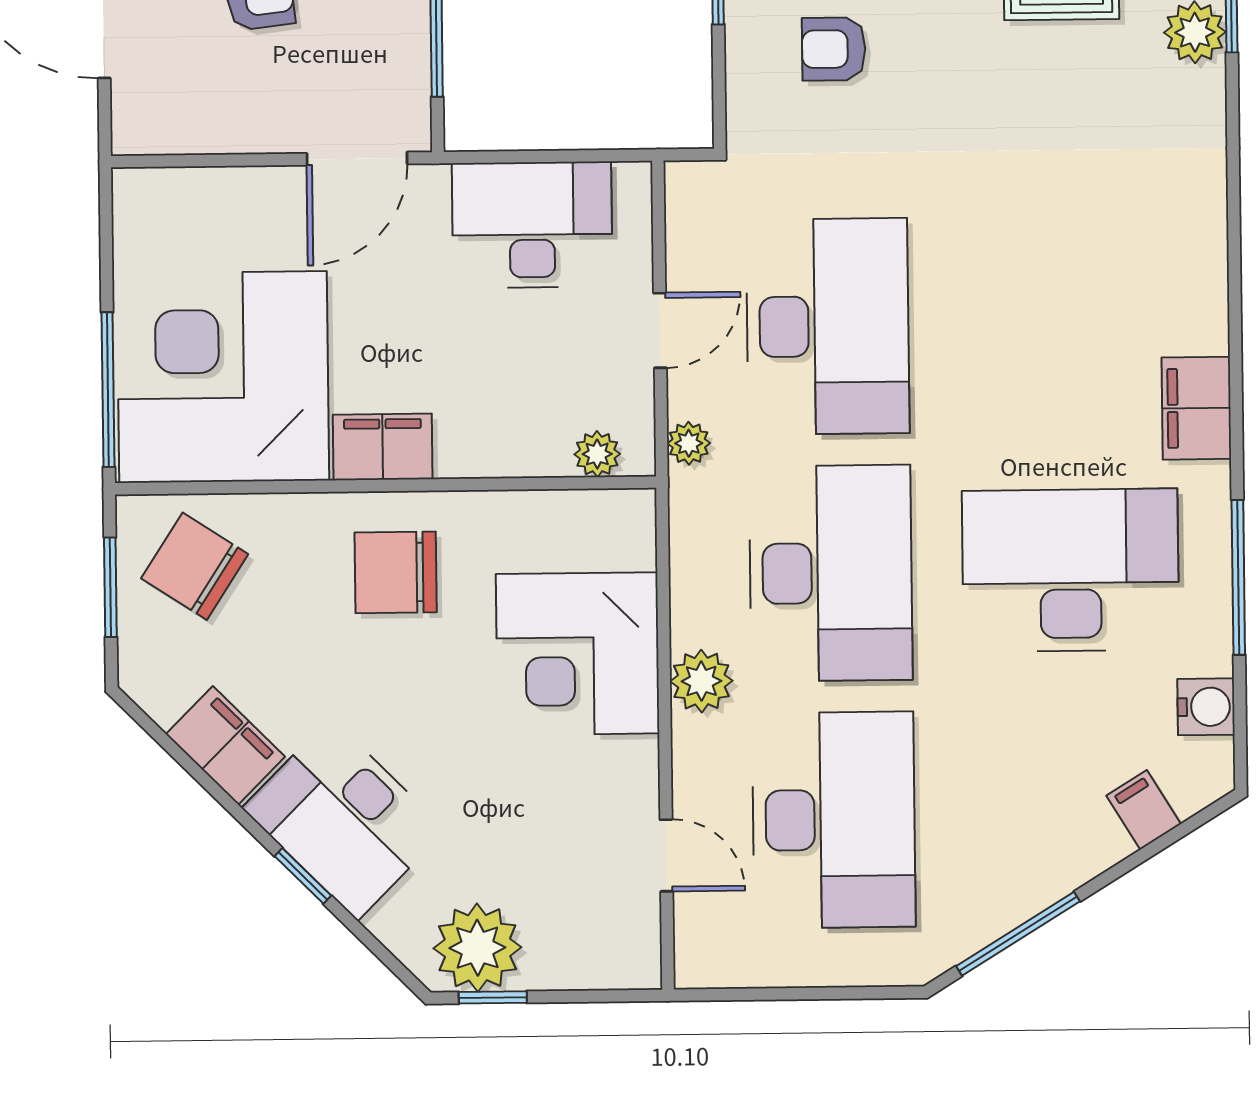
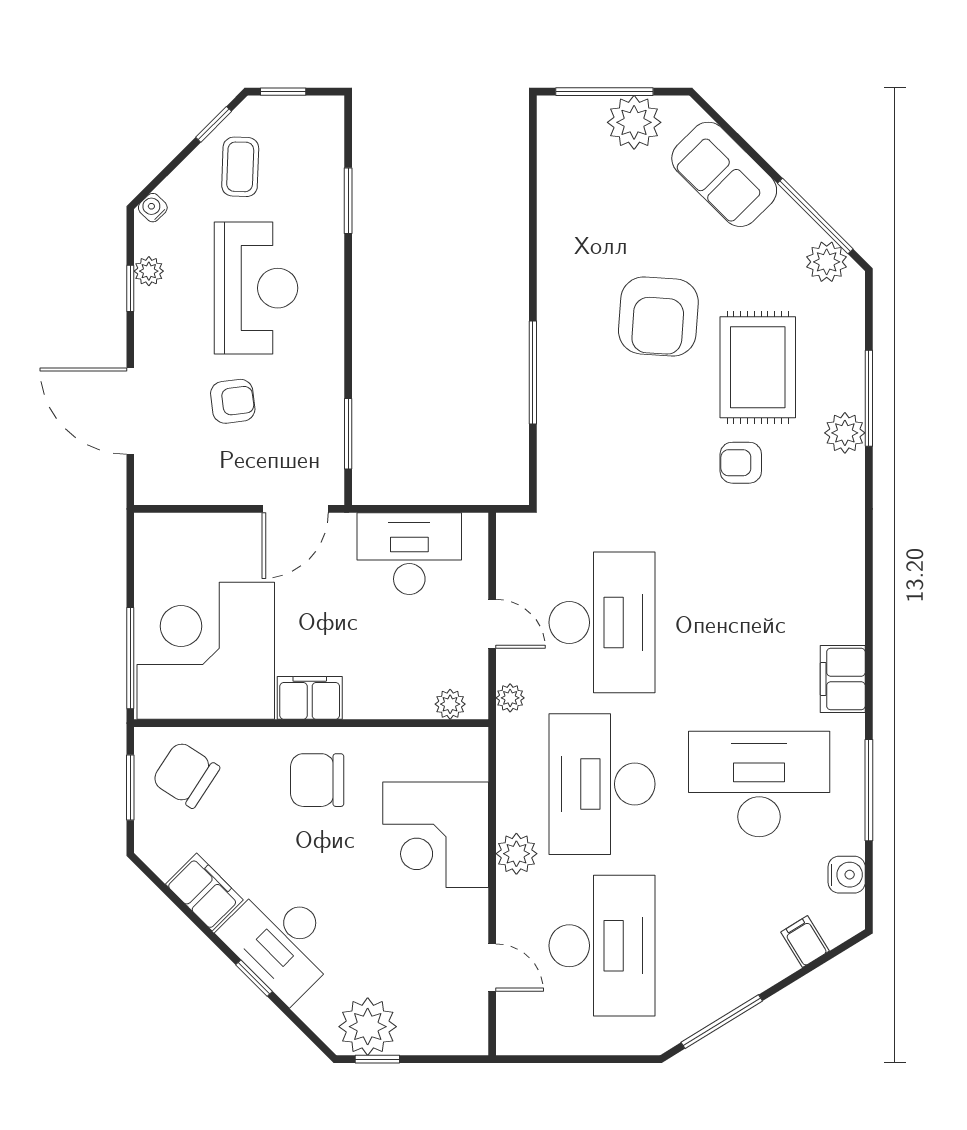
armchair: (834, 49) -> (741, 463), moved
door: (660, 330) -> (492, 624), hinge flipped
desk: (831, 573) -> (602, 784), turned 180

